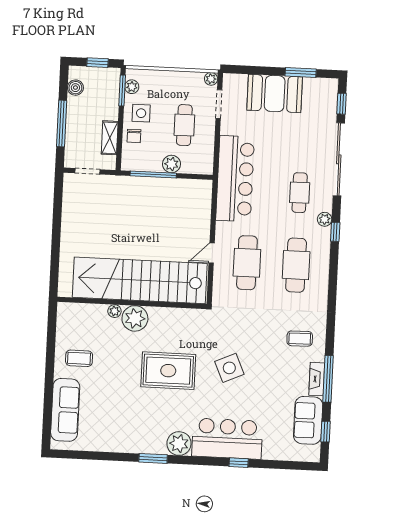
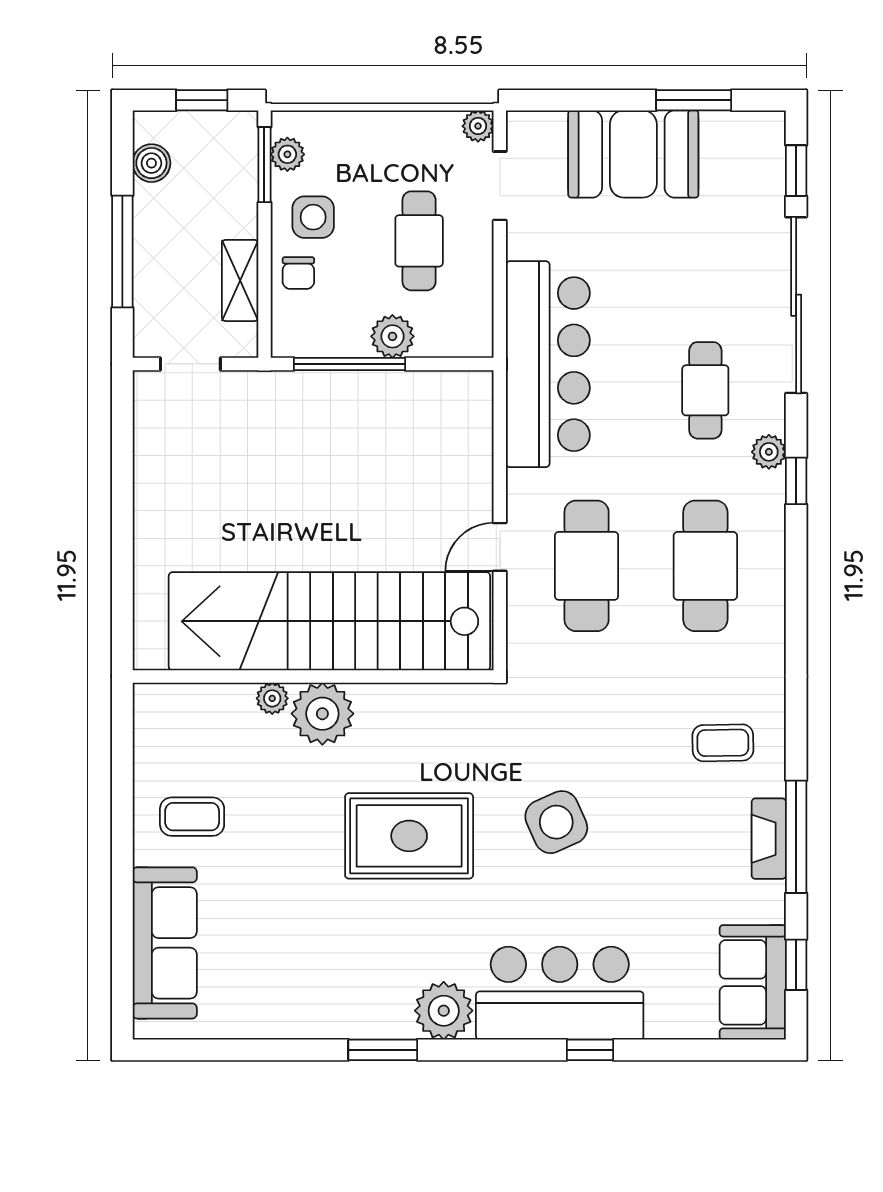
sofa: (308, 420) -> (753, 982), moved

